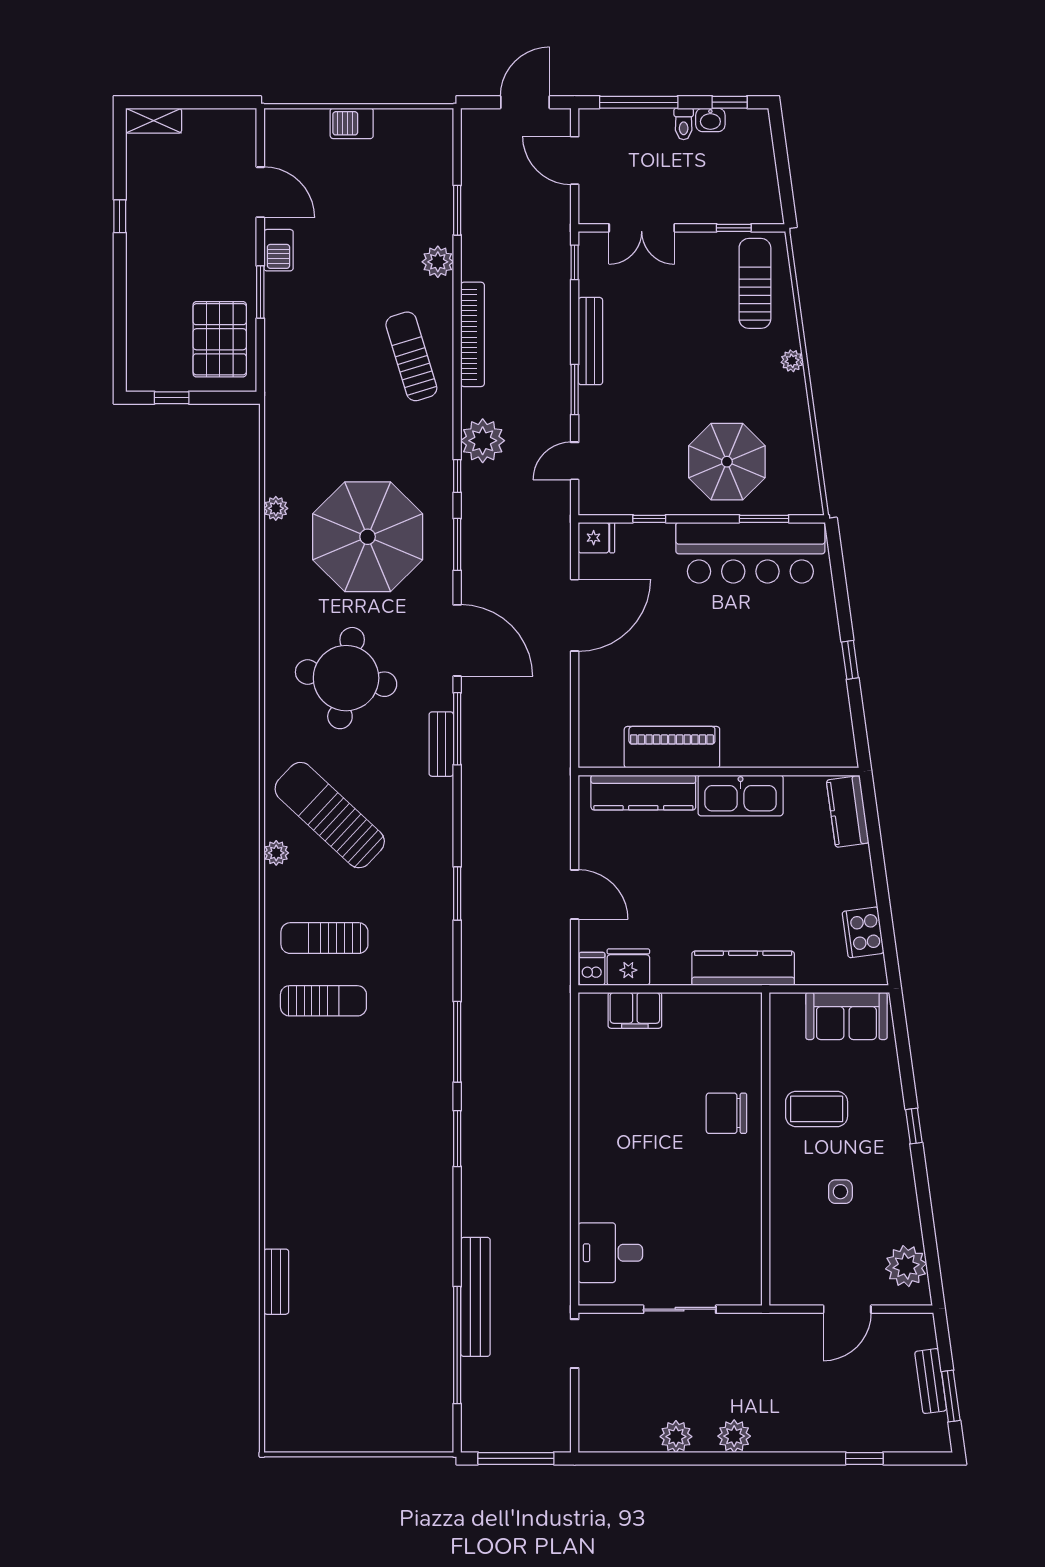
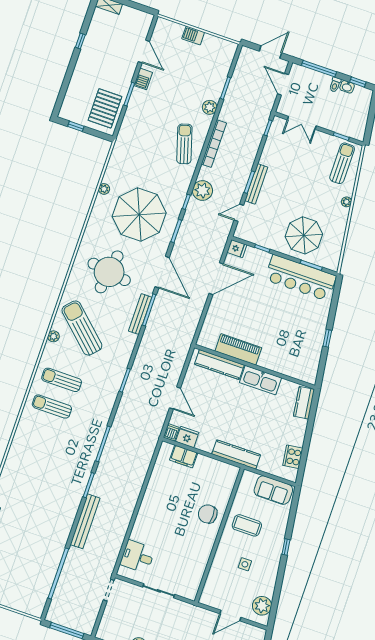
bench: (590, 341) -> (256, 184), moved
bench: (441, 744) -> (140, 314), width x1.36
sun lounger: (323, 1001) -> (52, 407), turned 180
bench: (475, 1297) -> (85, 521), moved

